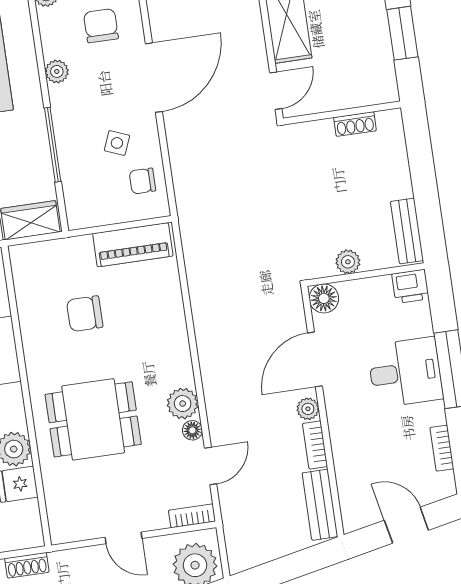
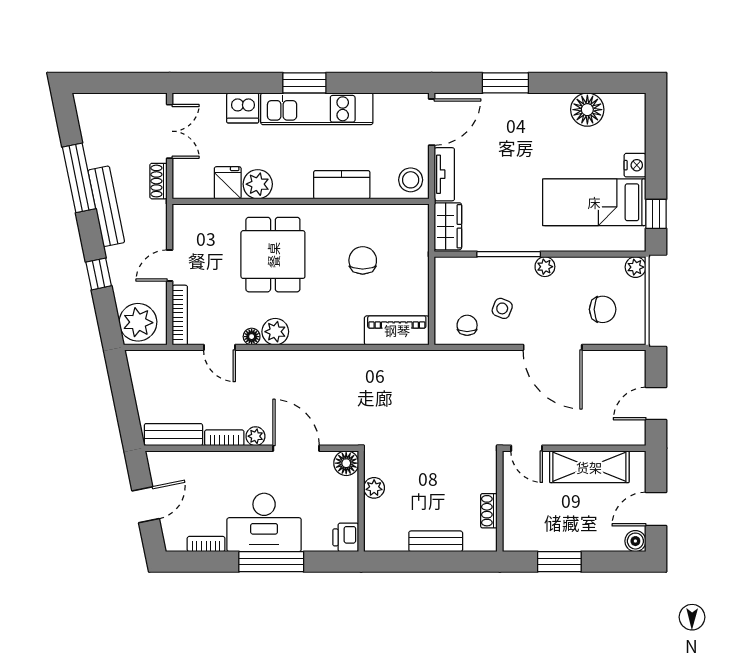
plant: (57, 71) -> (545, 267), moved
bench: (407, 231) -> (436, 541), moved
piano: (133, 245) -> (397, 330), moved, turned 90
desk: (405, 372) -> (264, 522), width x1.37
bookcase: (192, 516) -> (180, 315), width x1.56

